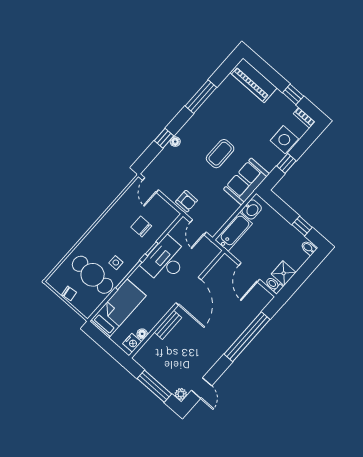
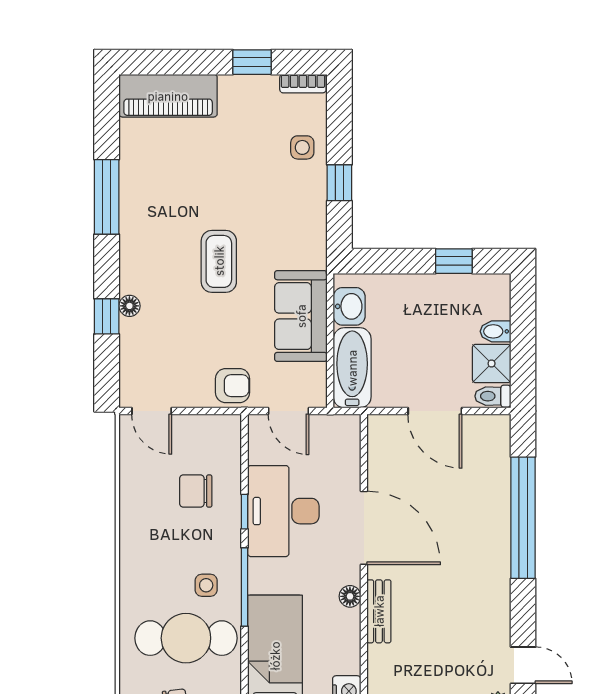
side table: (284, 140) -> (302, 147), width x0.54, depth x0.54
sofa: (246, 181) -> (301, 316), moved
bidet: (308, 248) -> (495, 331), moved
floor lamp: (142, 334) -> (350, 596), moved

